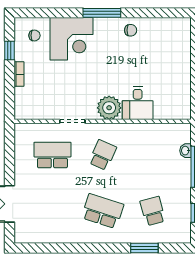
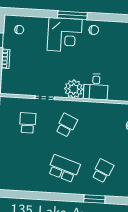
corner desk: (72, 39) -> (65, 35), moved
school desk: (52, 155) -> (28, 123), width x0.54
school desk: (153, 211) -> (103, 171), turned 39

